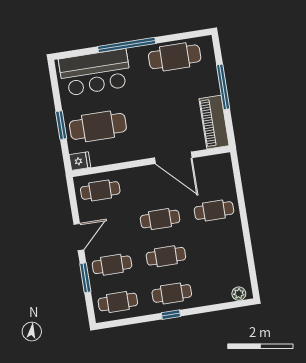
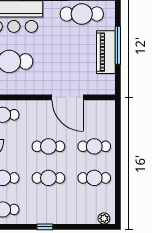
piano: (214, 122) -> (106, 52), moved
cafe table: (172, 293) -> (94, 178), moved

